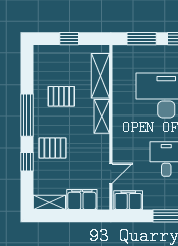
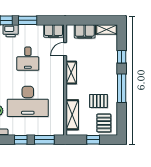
shelving: (102, 116) -> (71, 72), moved
pallet: (52, 148) -> (104, 123), moved, turned 90

